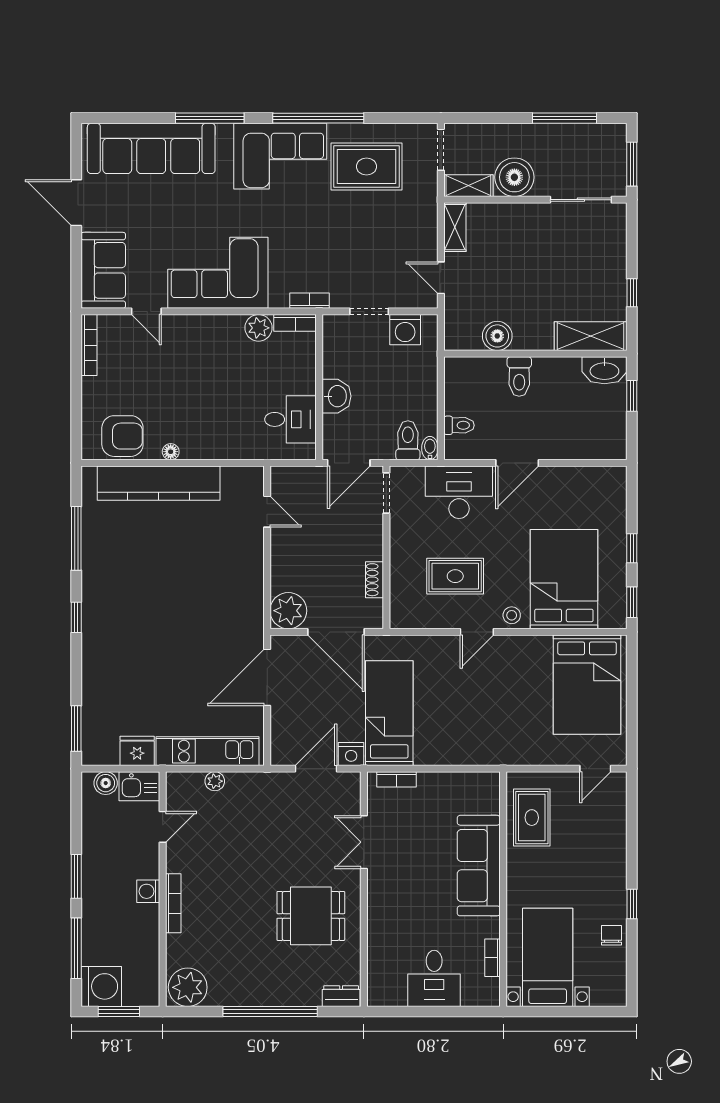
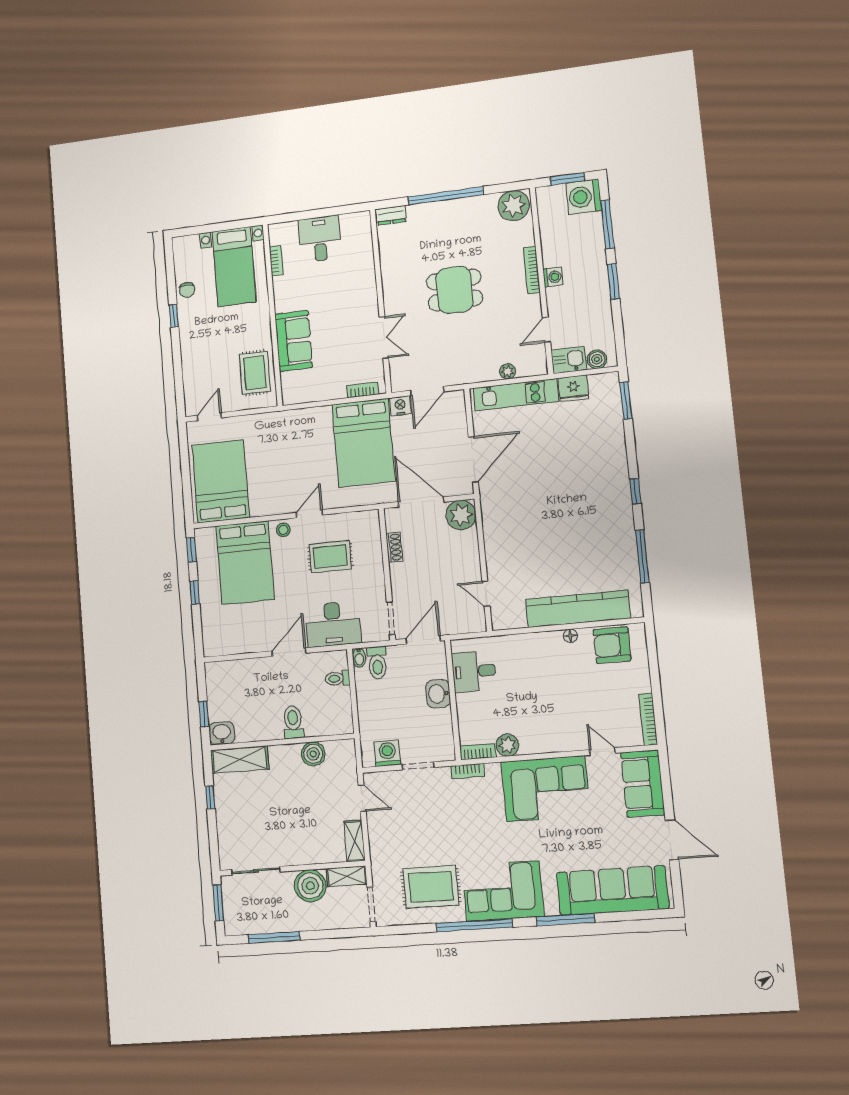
washbasin: (604, 370) -> (222, 733), width x0.72
bed: (389, 713) -> (364, 443), width x1.50
sofa: (479, 866) -> (294, 341), width x0.73
dining table: (311, 916) -> (455, 290), moved

